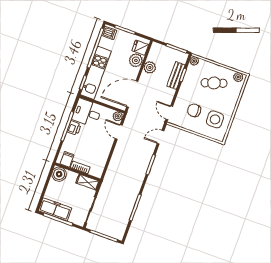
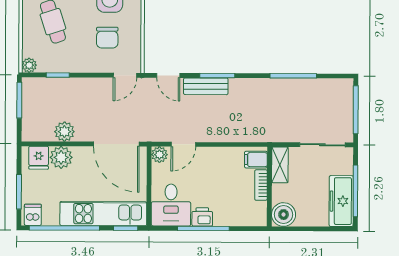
bench: (176, 75) -> (206, 86), moved
filing cabinet: (67, 159) -> (256, 160), moved

